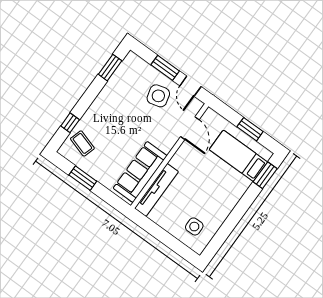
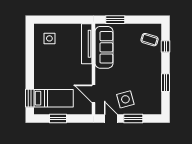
window: (110, 68) -> (165, 83), moved
window: (83, 178) -> (115, 20), moved

